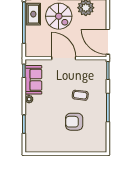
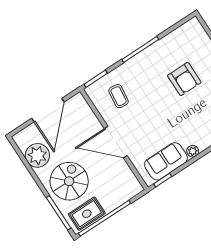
door: (108, 42) -> (48, 110), moved
door: (64, 58) -> (116, 142), hinge flipped
coffee table: (80, 95) -> (119, 96), moved

